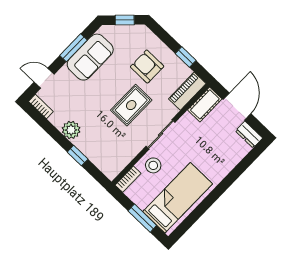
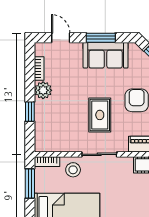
rug: (131, 105) -> (100, 115), turned 90
bookcase: (41, 107) -> (39, 68), moved
window: (142, 218) -> (30, 184), moved

